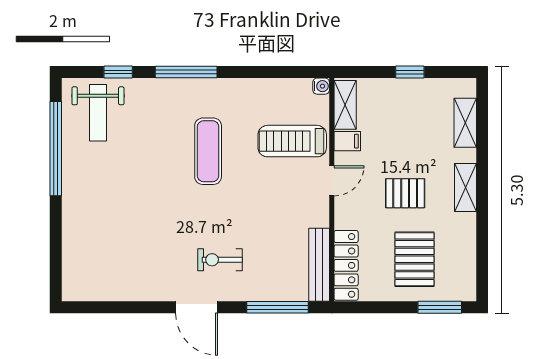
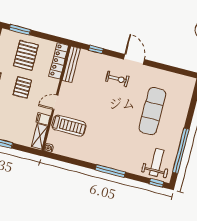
window: (118, 72) -> (156, 183), moved
exercise mat: (208, 151) -> (152, 111), moved, width x1.36, depth x1.45
pallet: (405, 193) -> (22, 88), turned 90
window: (278, 307) -> (96, 49), width x0.46

